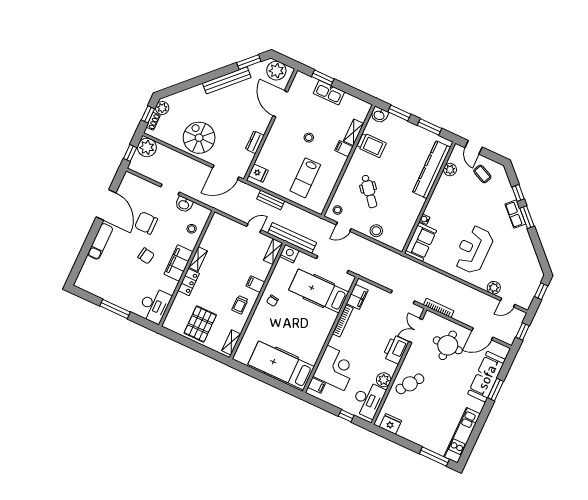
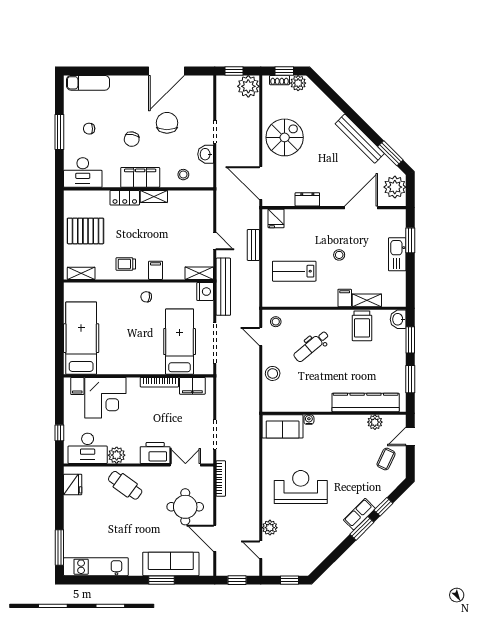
exam couch: (100, 241) -> (88, 83), moved
chair: (123, 285) -> (89, 129), added

